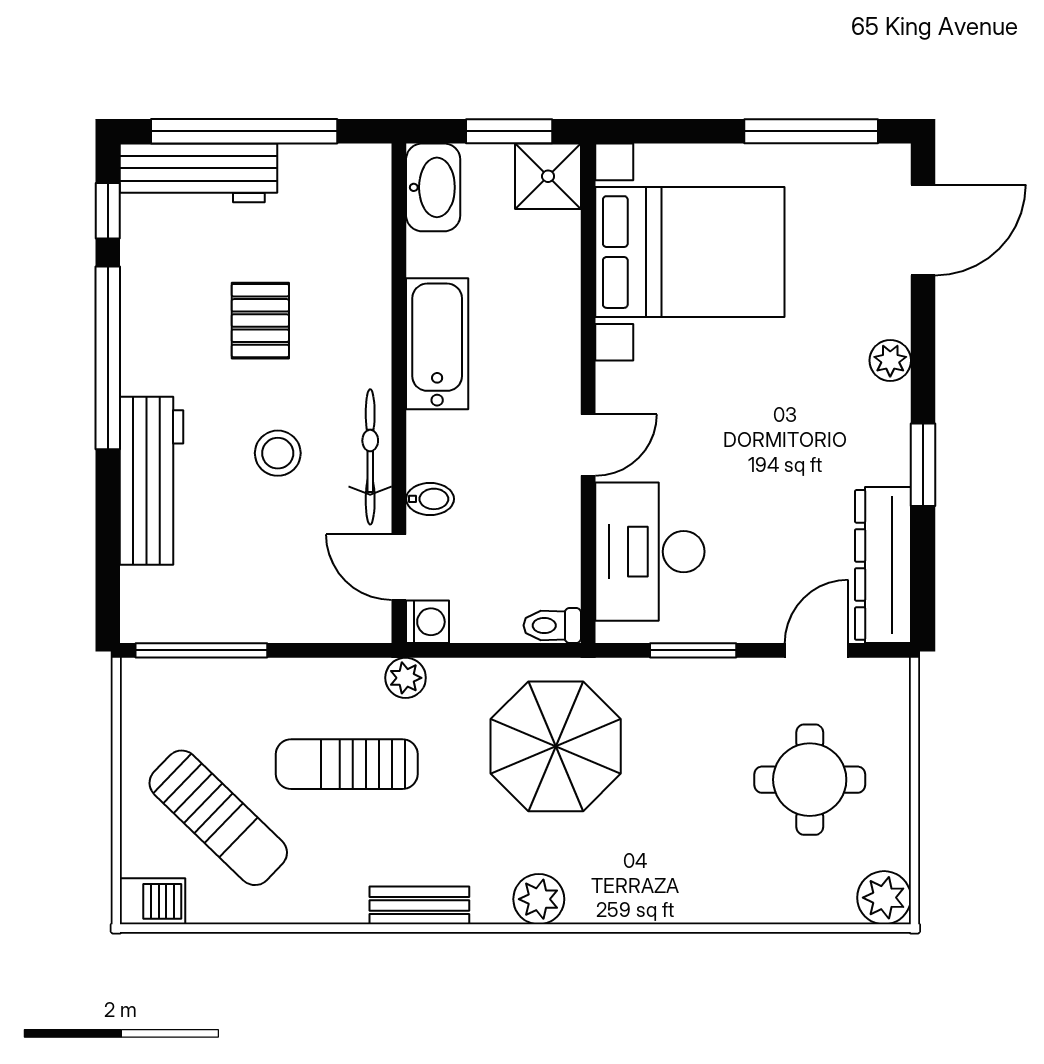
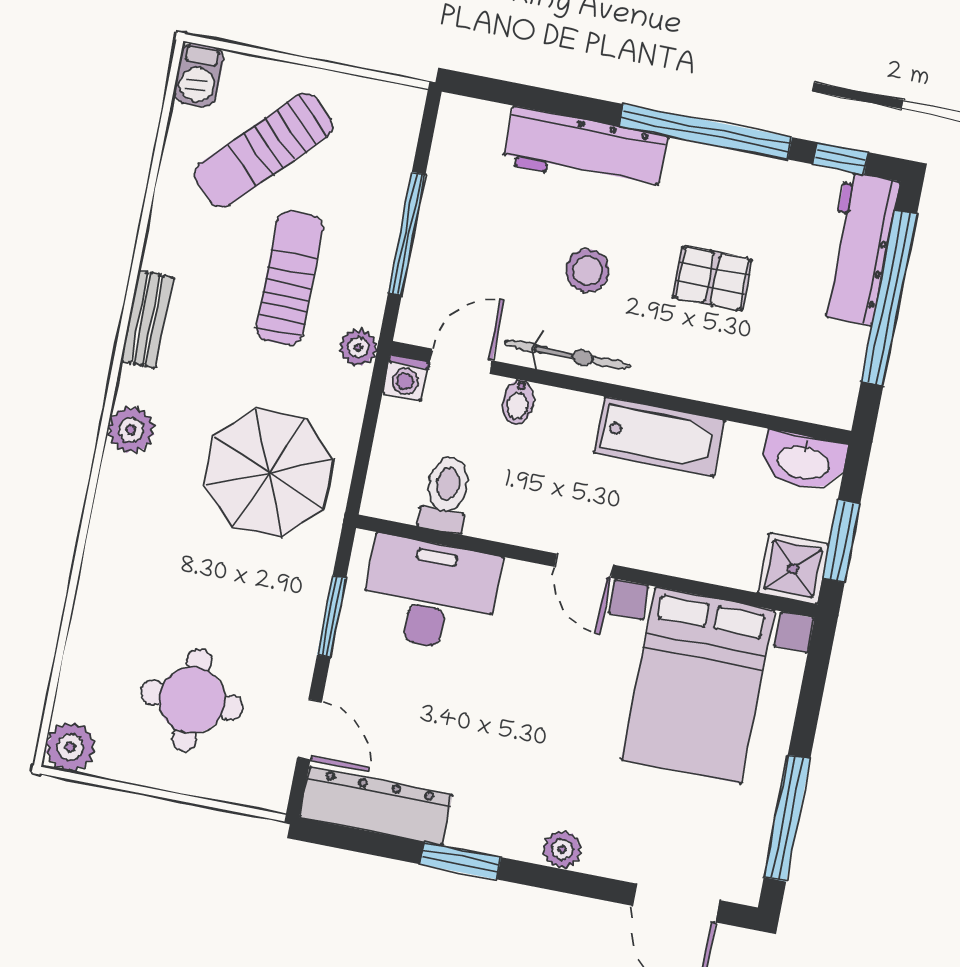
door: (588, 445) -> (584, 566), moved
toilet: (552, 625) -> (446, 494), moved, width x1.37, depth x1.39
window: (201, 650) -> (407, 234), moved

